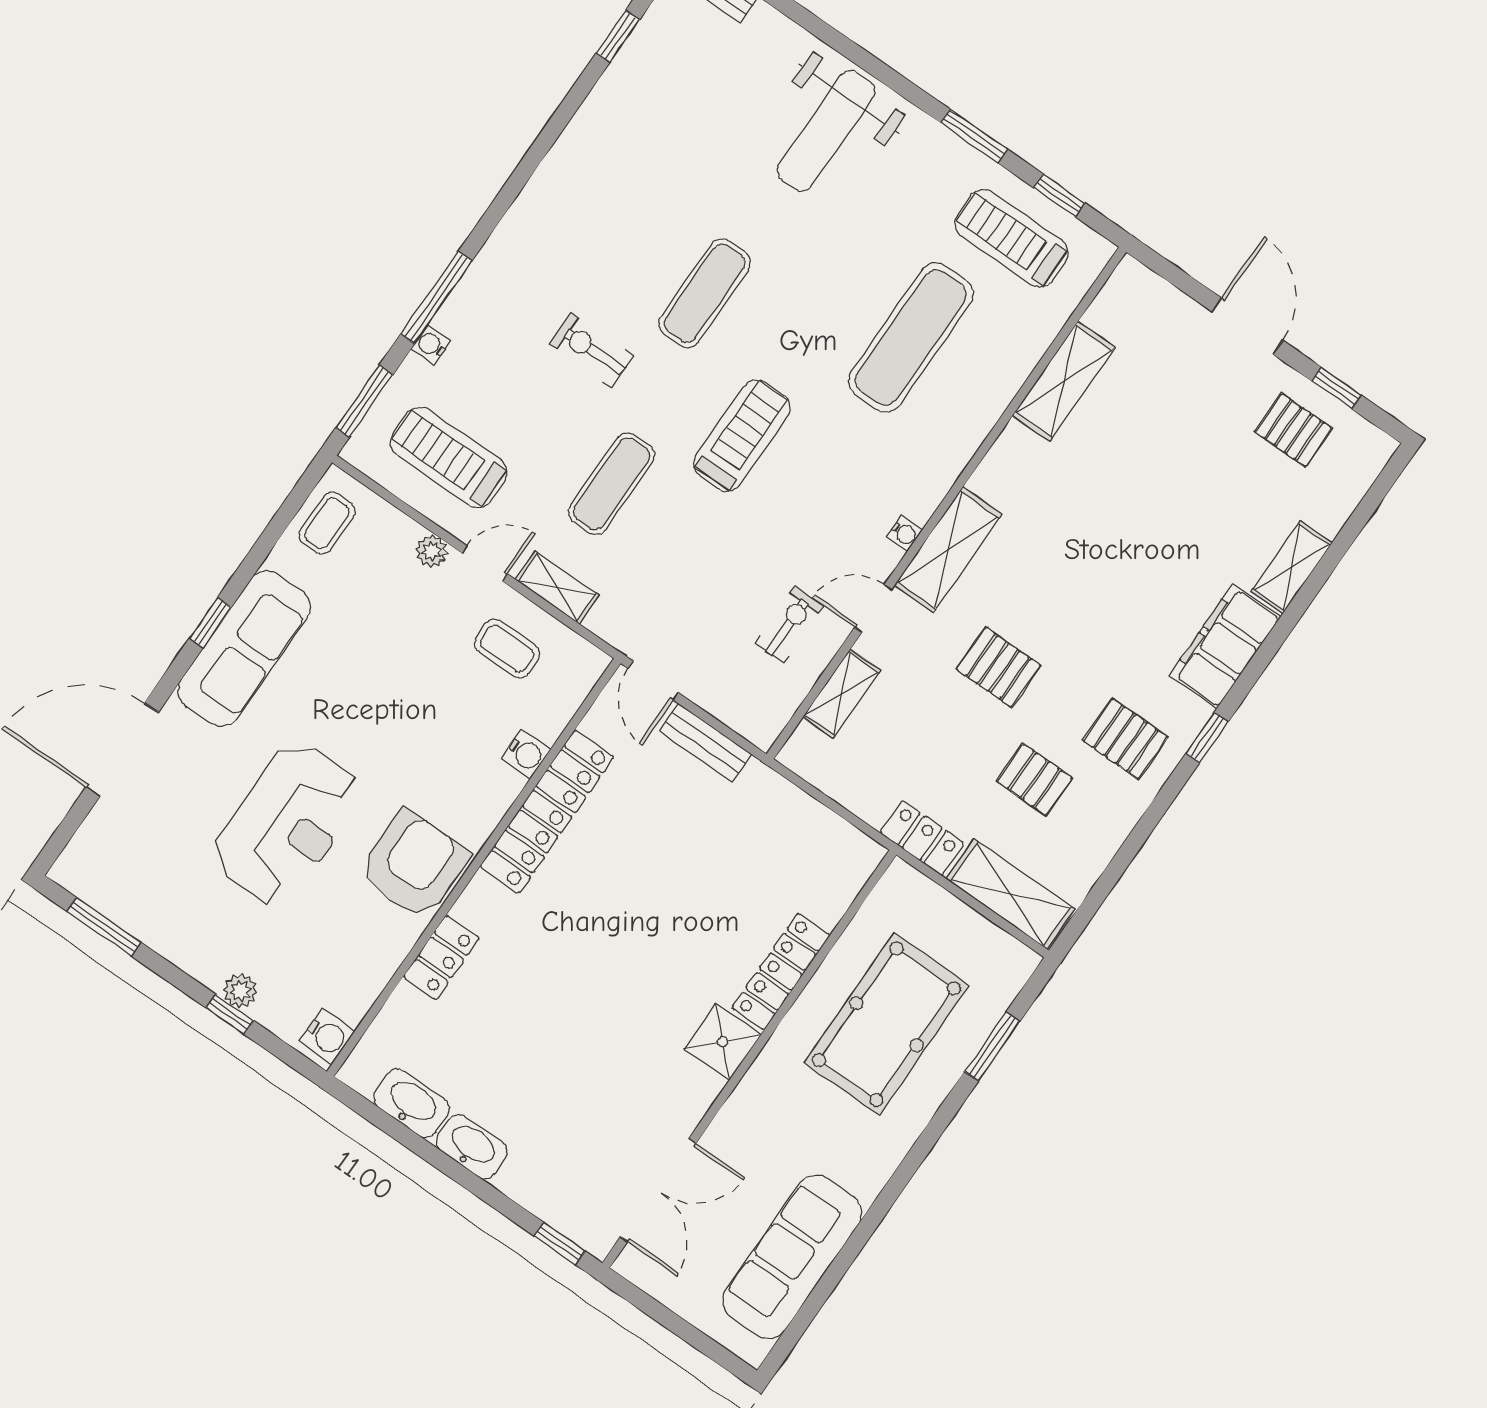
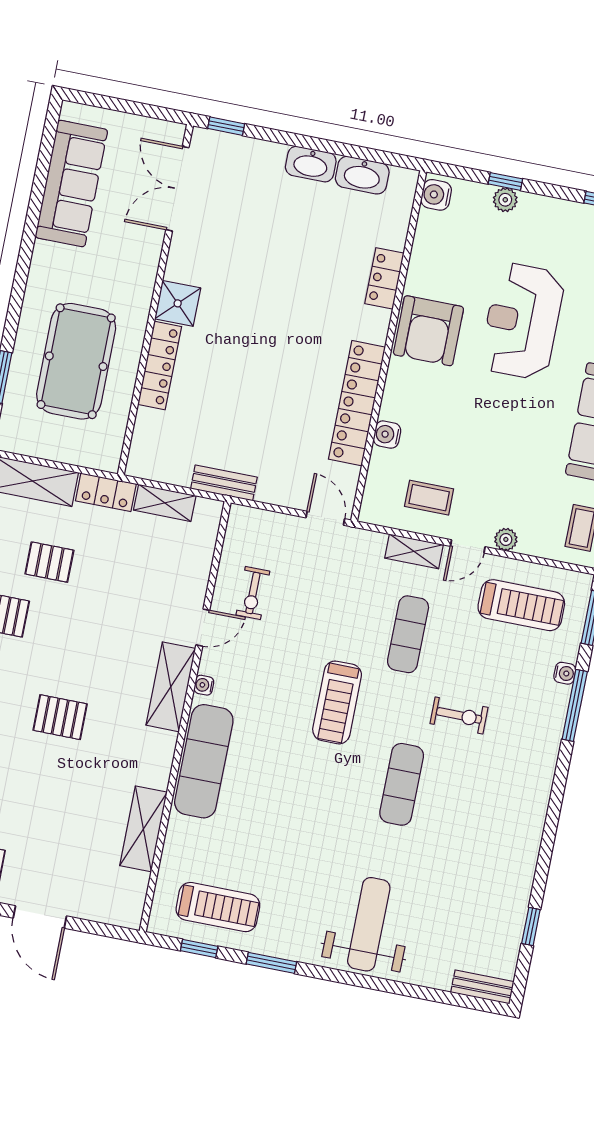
exercise mat: (911, 338) -> (204, 761), moved
pallet: (998, 667) -> (60, 717), moved
shelving: (842, 693) -> (165, 503), moved, turned 90
bench: (706, 743) -> (224, 483), moved

